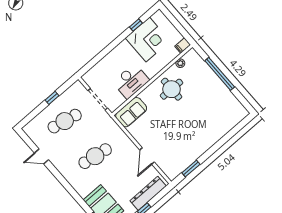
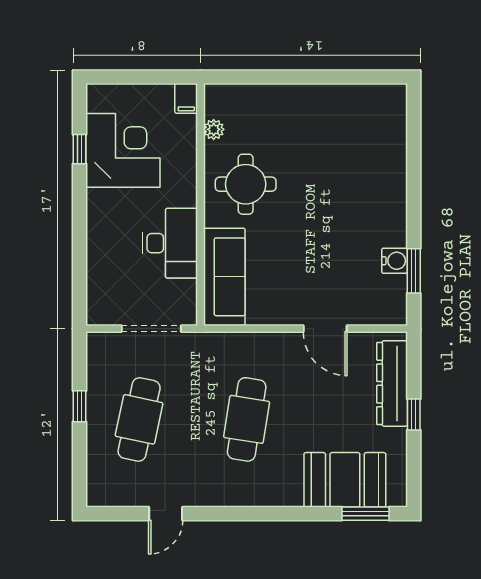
window: (220, 74) -> (292, 77), removed
sofa: (131, 112) -> (224, 277), width x1.36
water cooler: (189, 159) -> (395, 261), added

